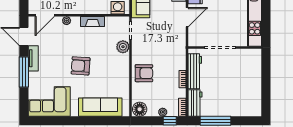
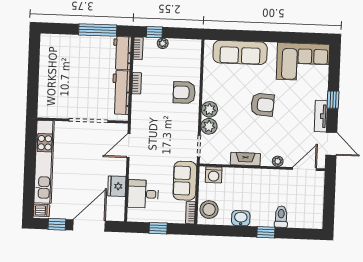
door: (187, 17) -> (128, 146), moved
plant: (123, 60) -> (209, 109), added
window: (24, 72) -> (333, 100), width x0.46
floor lamp: (140, 109) -> (191, 48), removed

